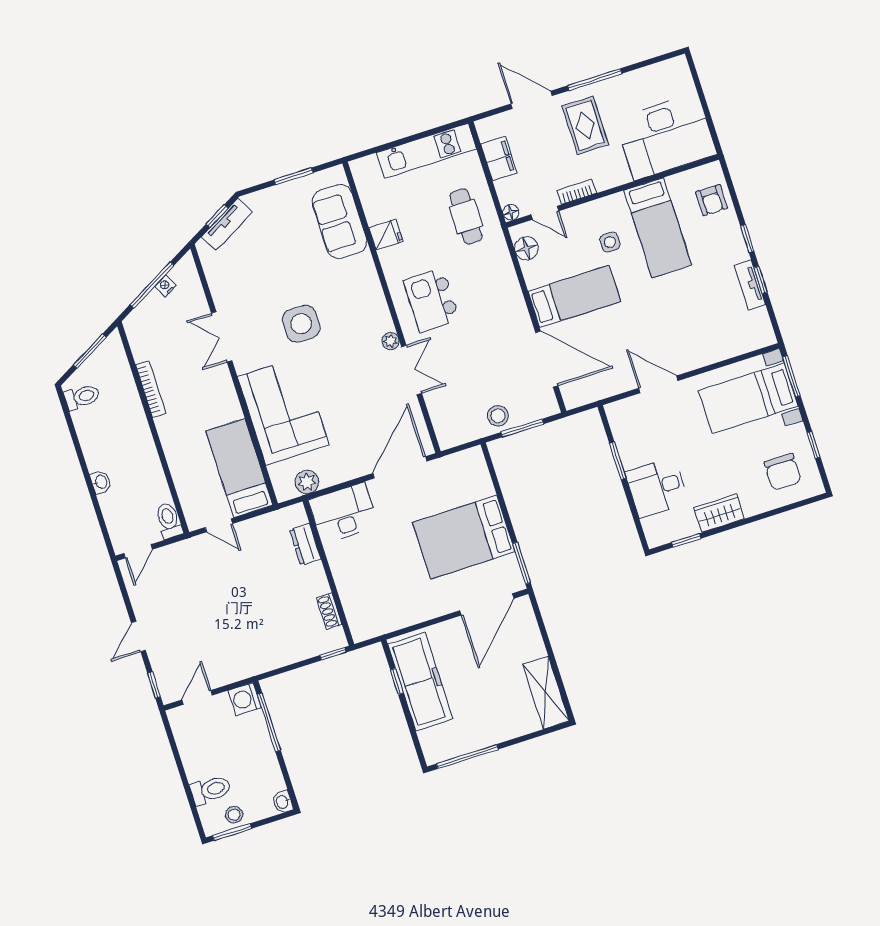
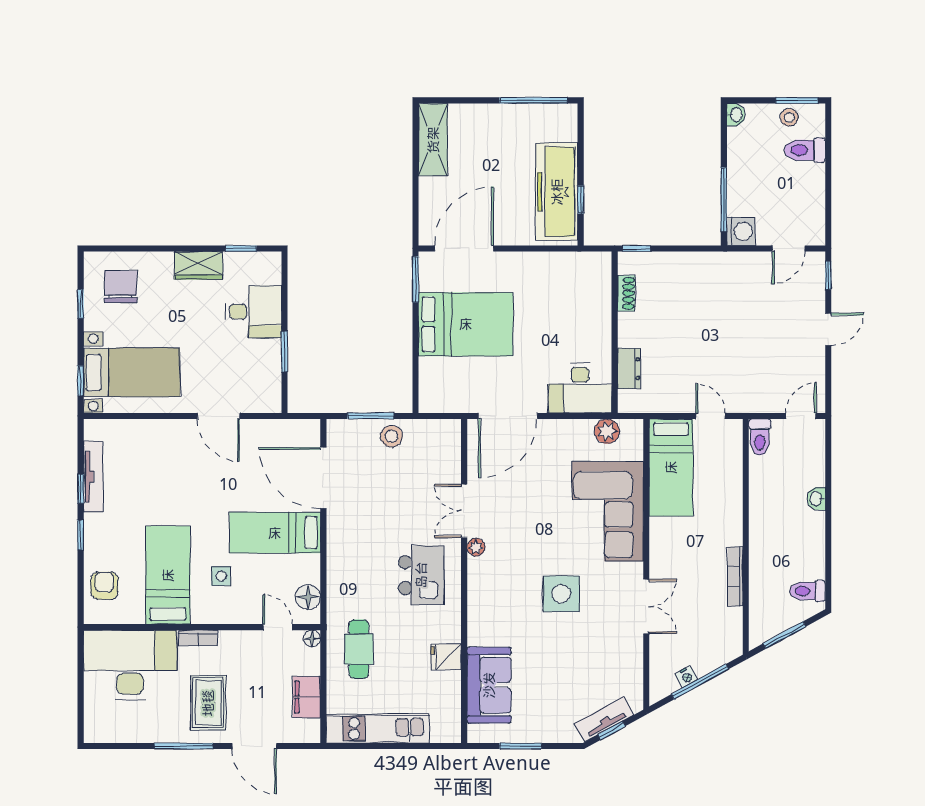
bookcase: (577, 192) -> (198, 638), moved
tv unit: (750, 285) -> (93, 477), width x1.41
window: (791, 376) -> (81, 381), width x0.67

